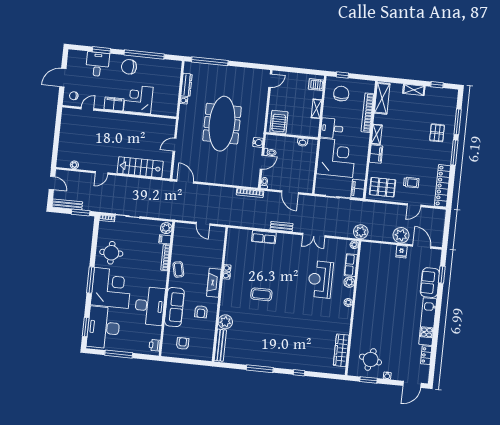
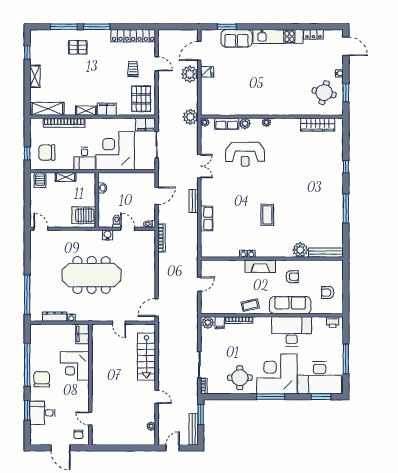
chair: (129, 67) -> (42, 379), turned 180
filing cabinet: (114, 104) -> (83, 334), moved

